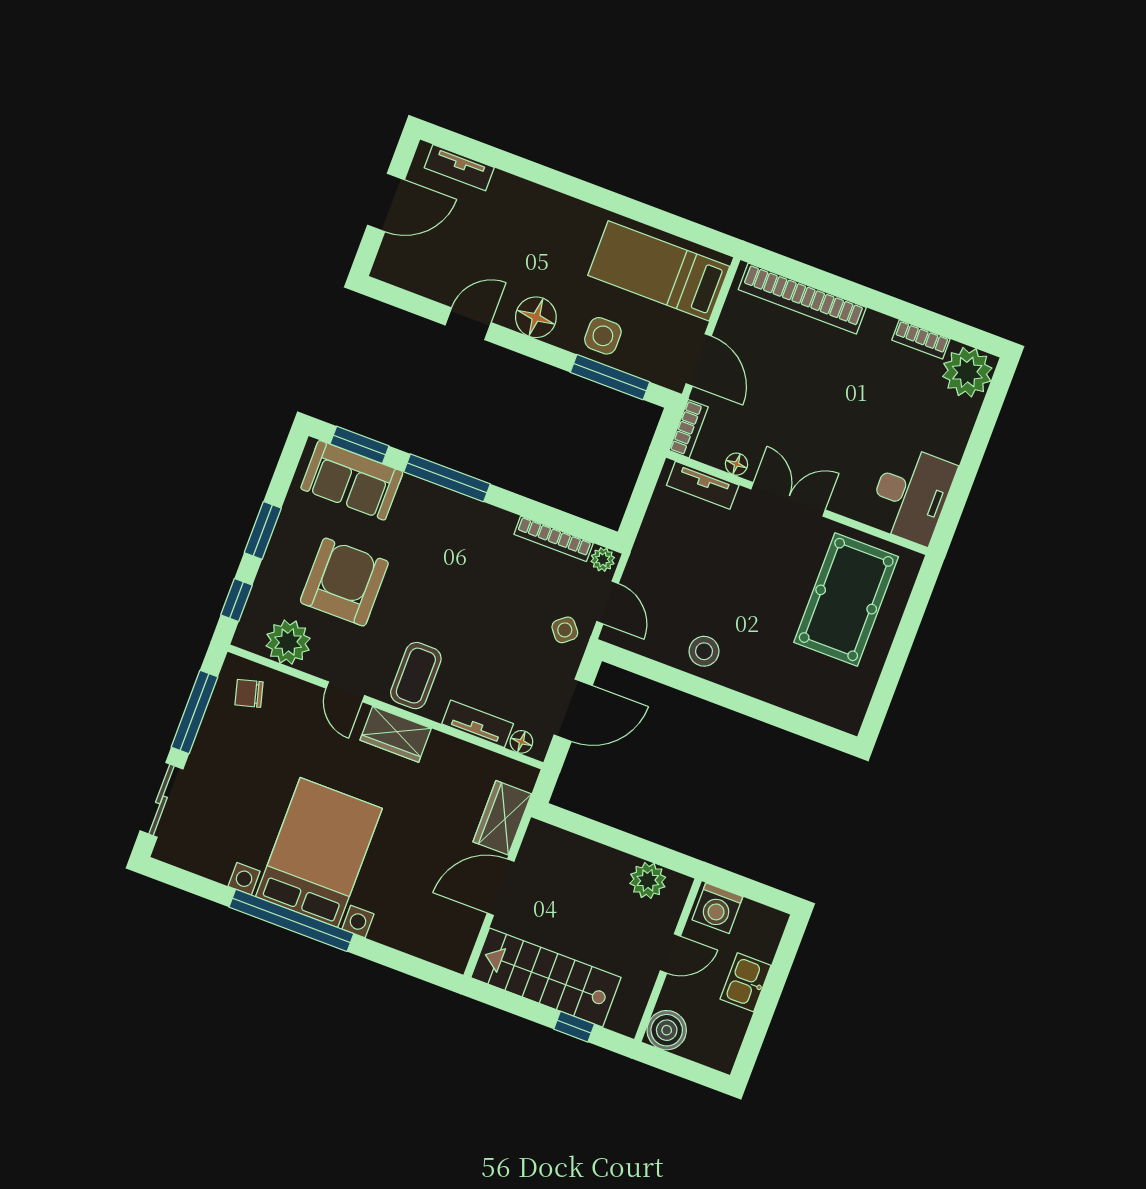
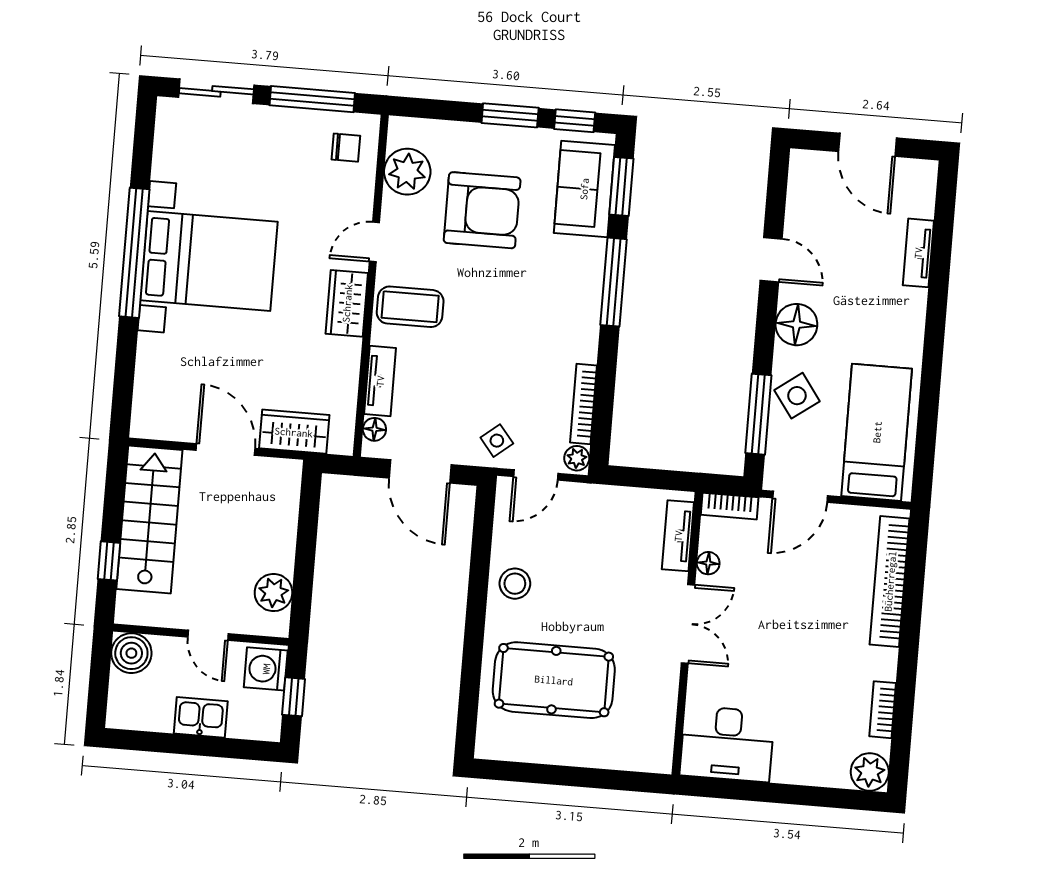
tv unit: (459, 168) -> (918, 253), moved
side table: (603, 336) -> (797, 396), turned -36
plant: (967, 372) -> (870, 772), width x0.73, depth x0.73
pool table: (846, 599) -> (554, 680), moved
window: (237, 600) -> (575, 121), moved
chair: (249, 693) -> (346, 148), turned 105
window: (751, 889) -> (294, 697), added

